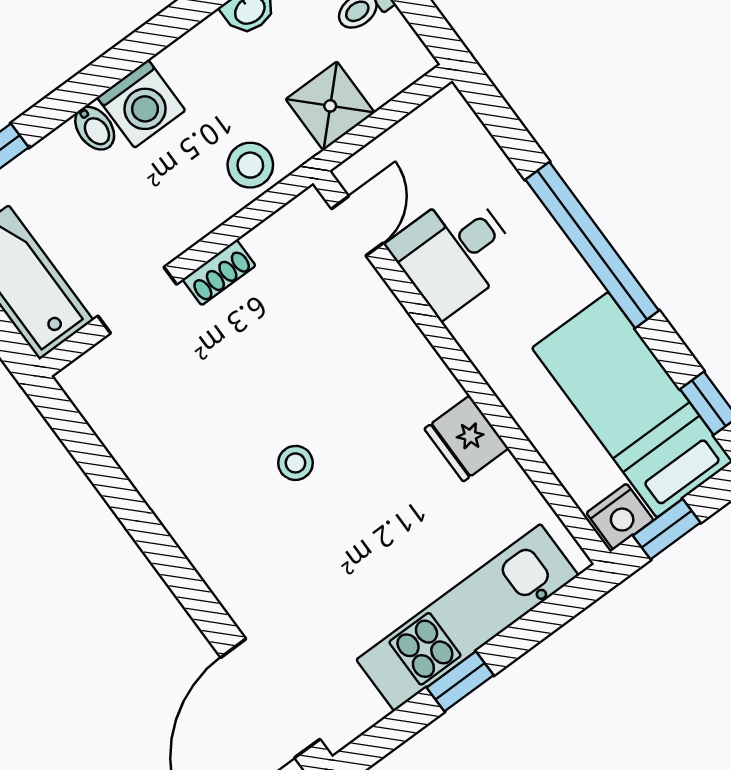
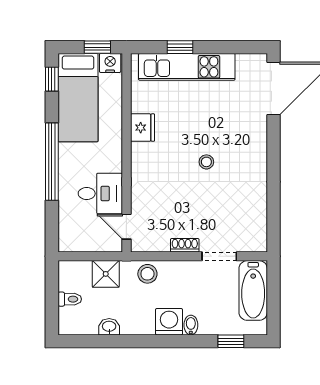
door: (357, 226) -> (126, 227), hinge flipped
window: (460, 681) -> (180, 47), moved

